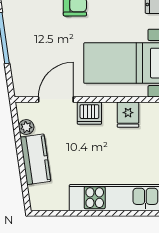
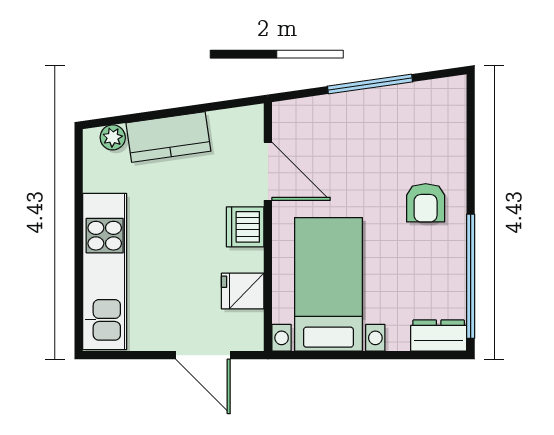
plant: (26, 127) -> (113, 137), moved

